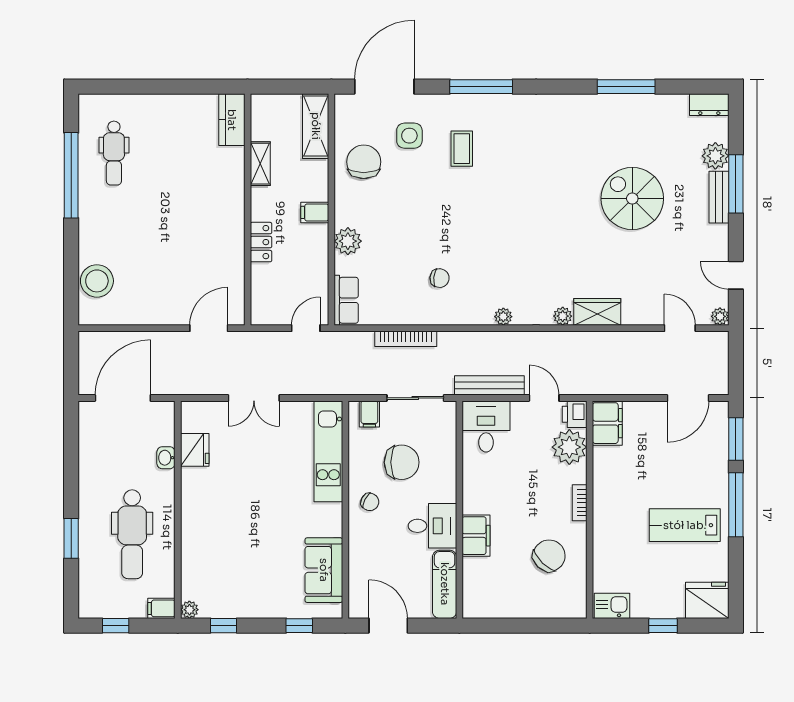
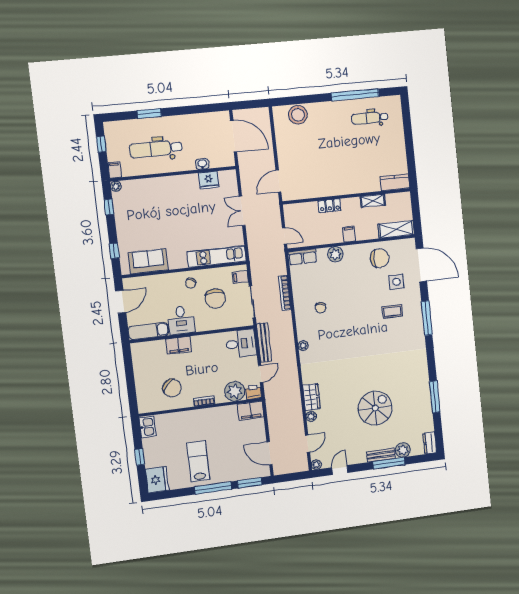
plant: (563, 316) -> (311, 416), moved
door: (209, 328) -> (278, 181), swing flipped

